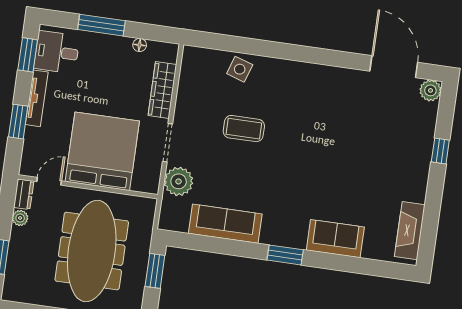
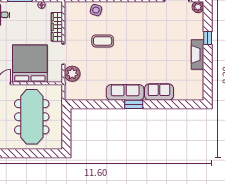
sofa: (225, 224) -> (125, 92), moved
fireplace: (410, 231) -> (197, 54), moved
window: (155, 271) -> (66, 122), removed

